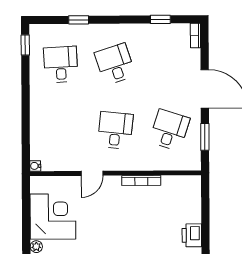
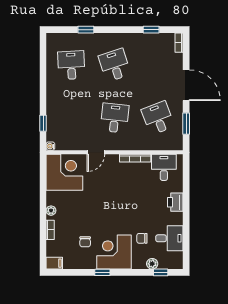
window: (25, 45) -> (43, 123), moved
desk: (169, 130) -> (158, 118), turned -39
desk: (177, 192) -> (164, 167), added
corner desk: (53, 217) -> (64, 172), moved

